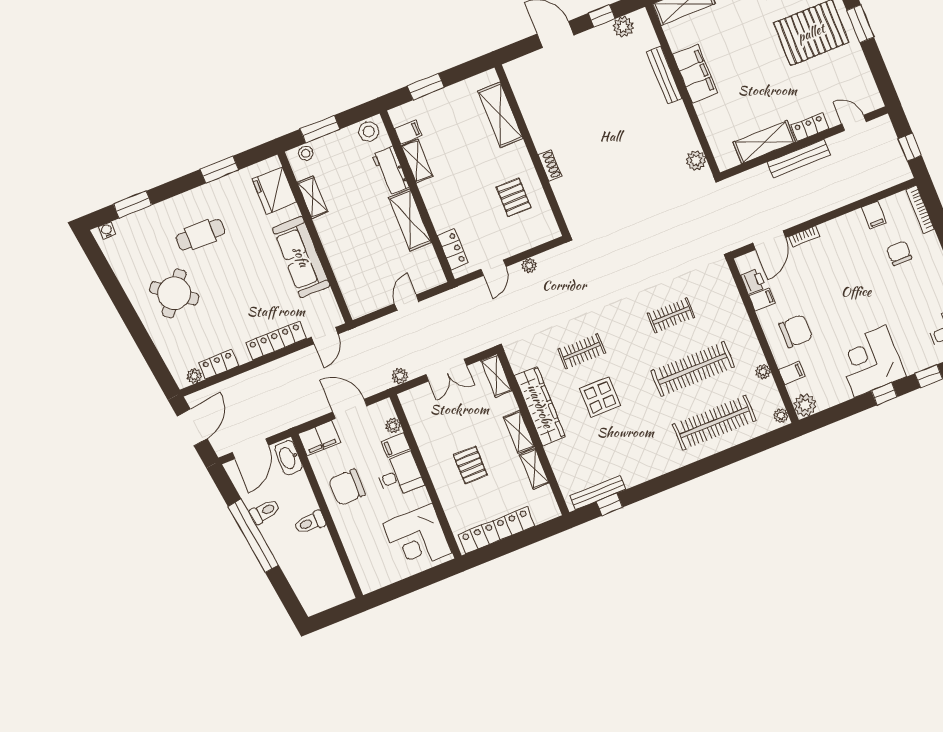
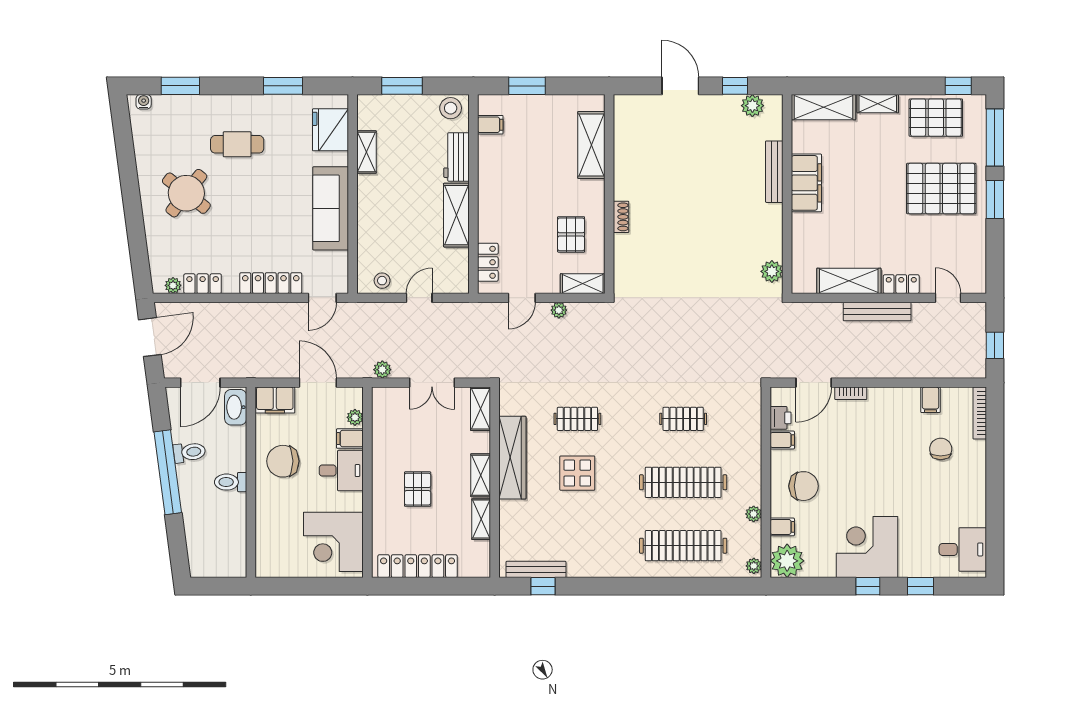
stool: (306, 153) -> (382, 281), moved
shelving: (417, 161) -> (583, 284), moved, turned 90
plant: (805, 405) -> (787, 561), width x1.36, depth x1.36

